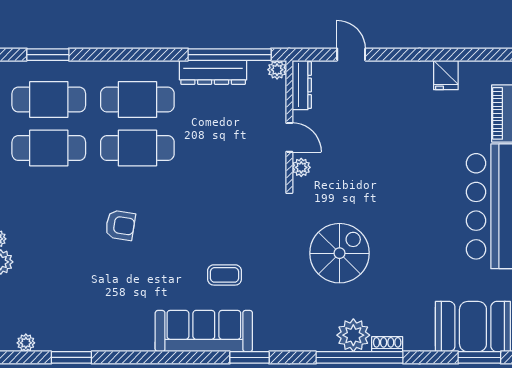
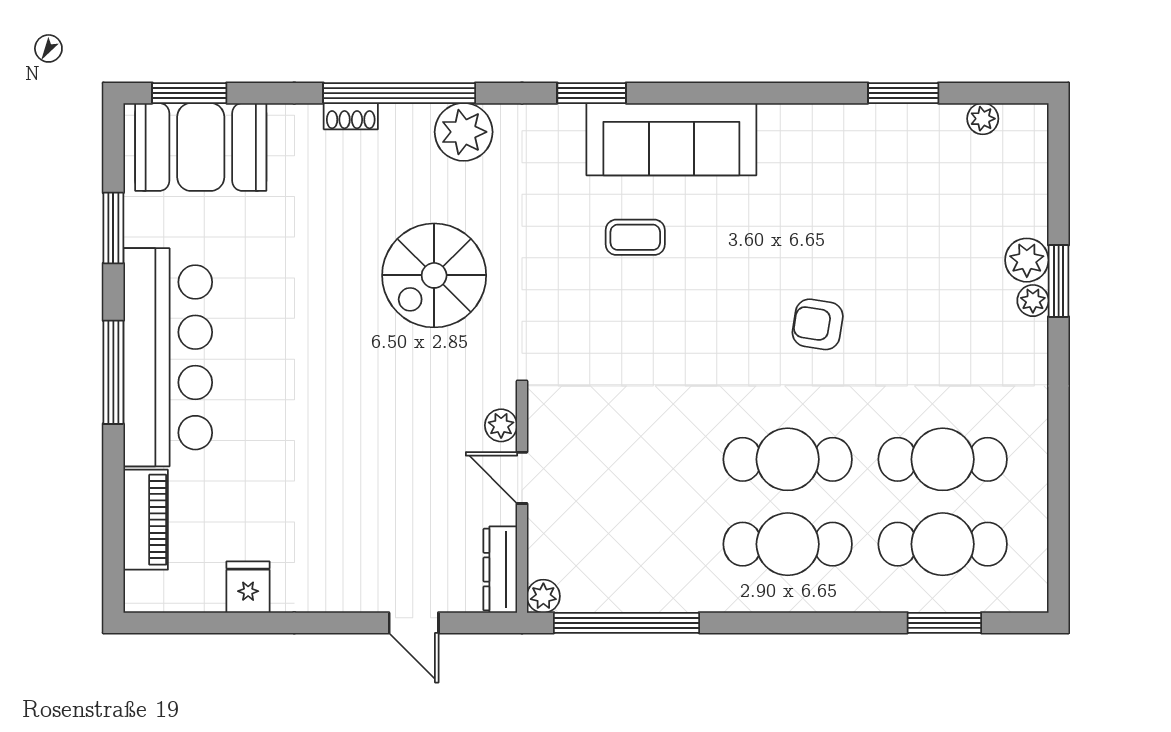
dresser: (213, 72) -> (655, 592), removed
plant: (353, 335) -> (464, 132), moved

